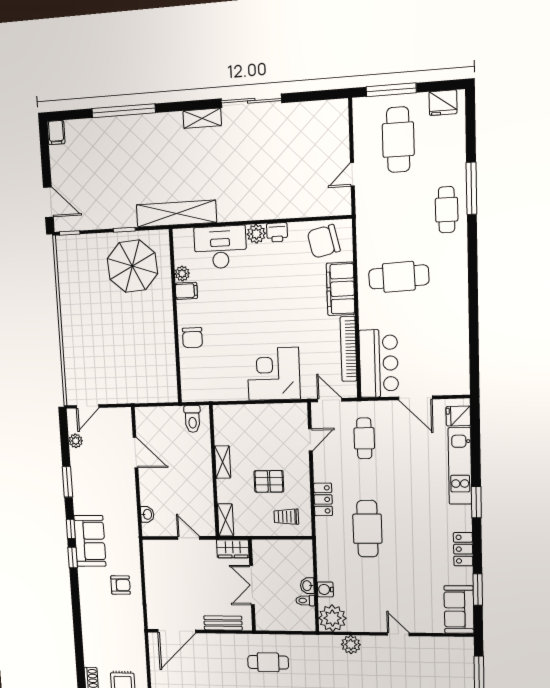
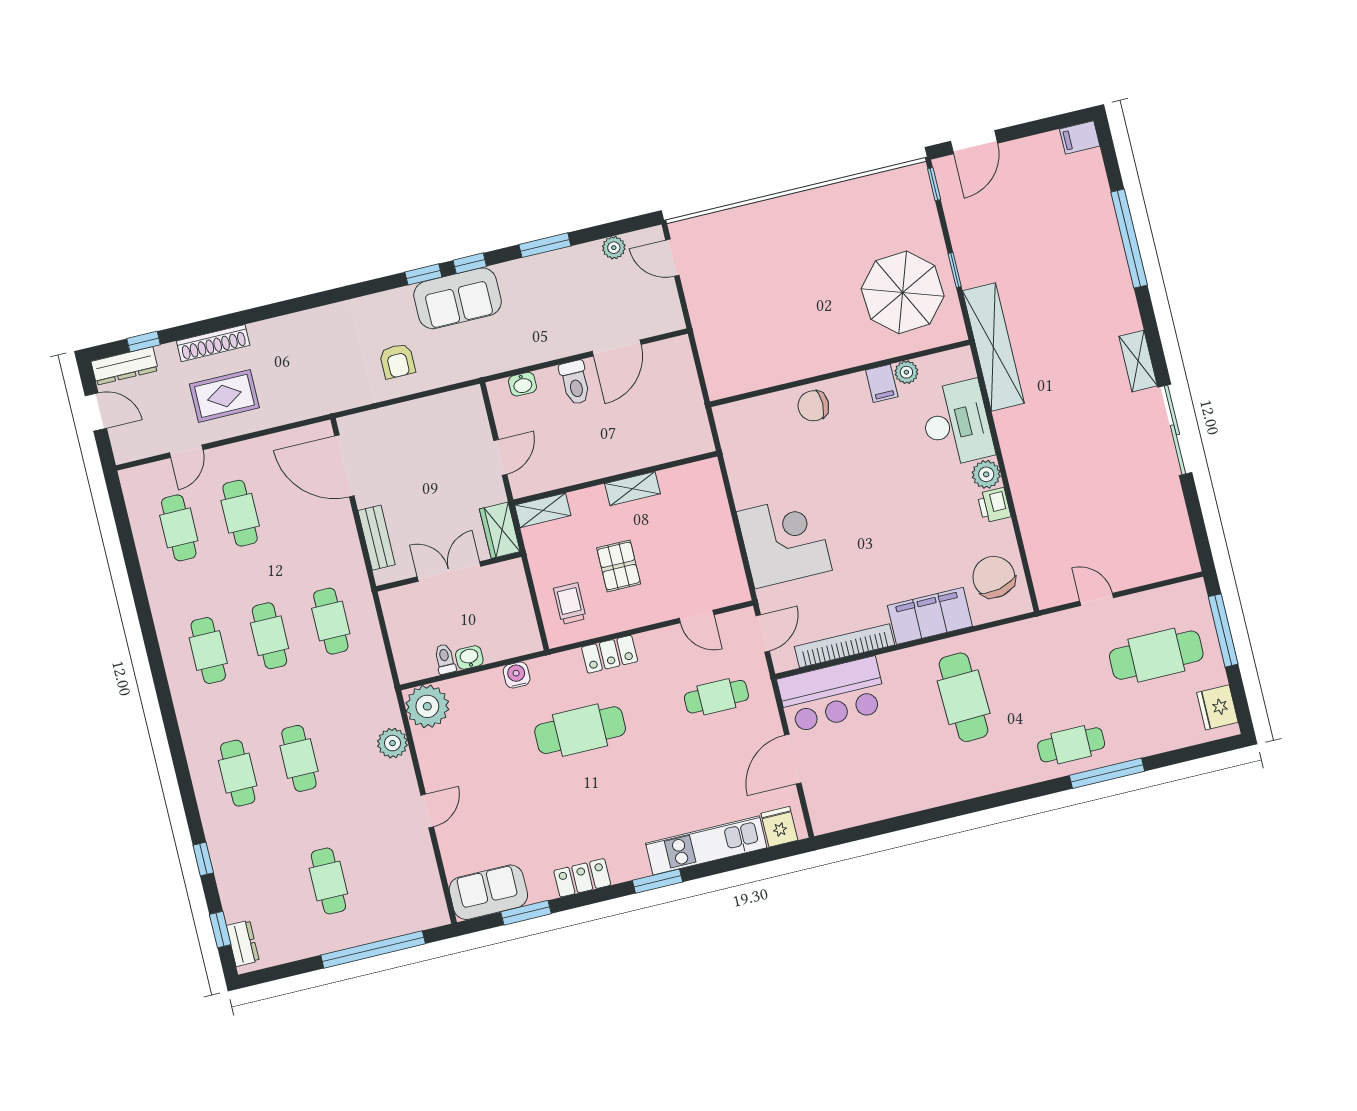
toilet: (192, 419) -> (575, 383), moved, turned -90
water cooler: (325, 589) -> (517, 675), moved

